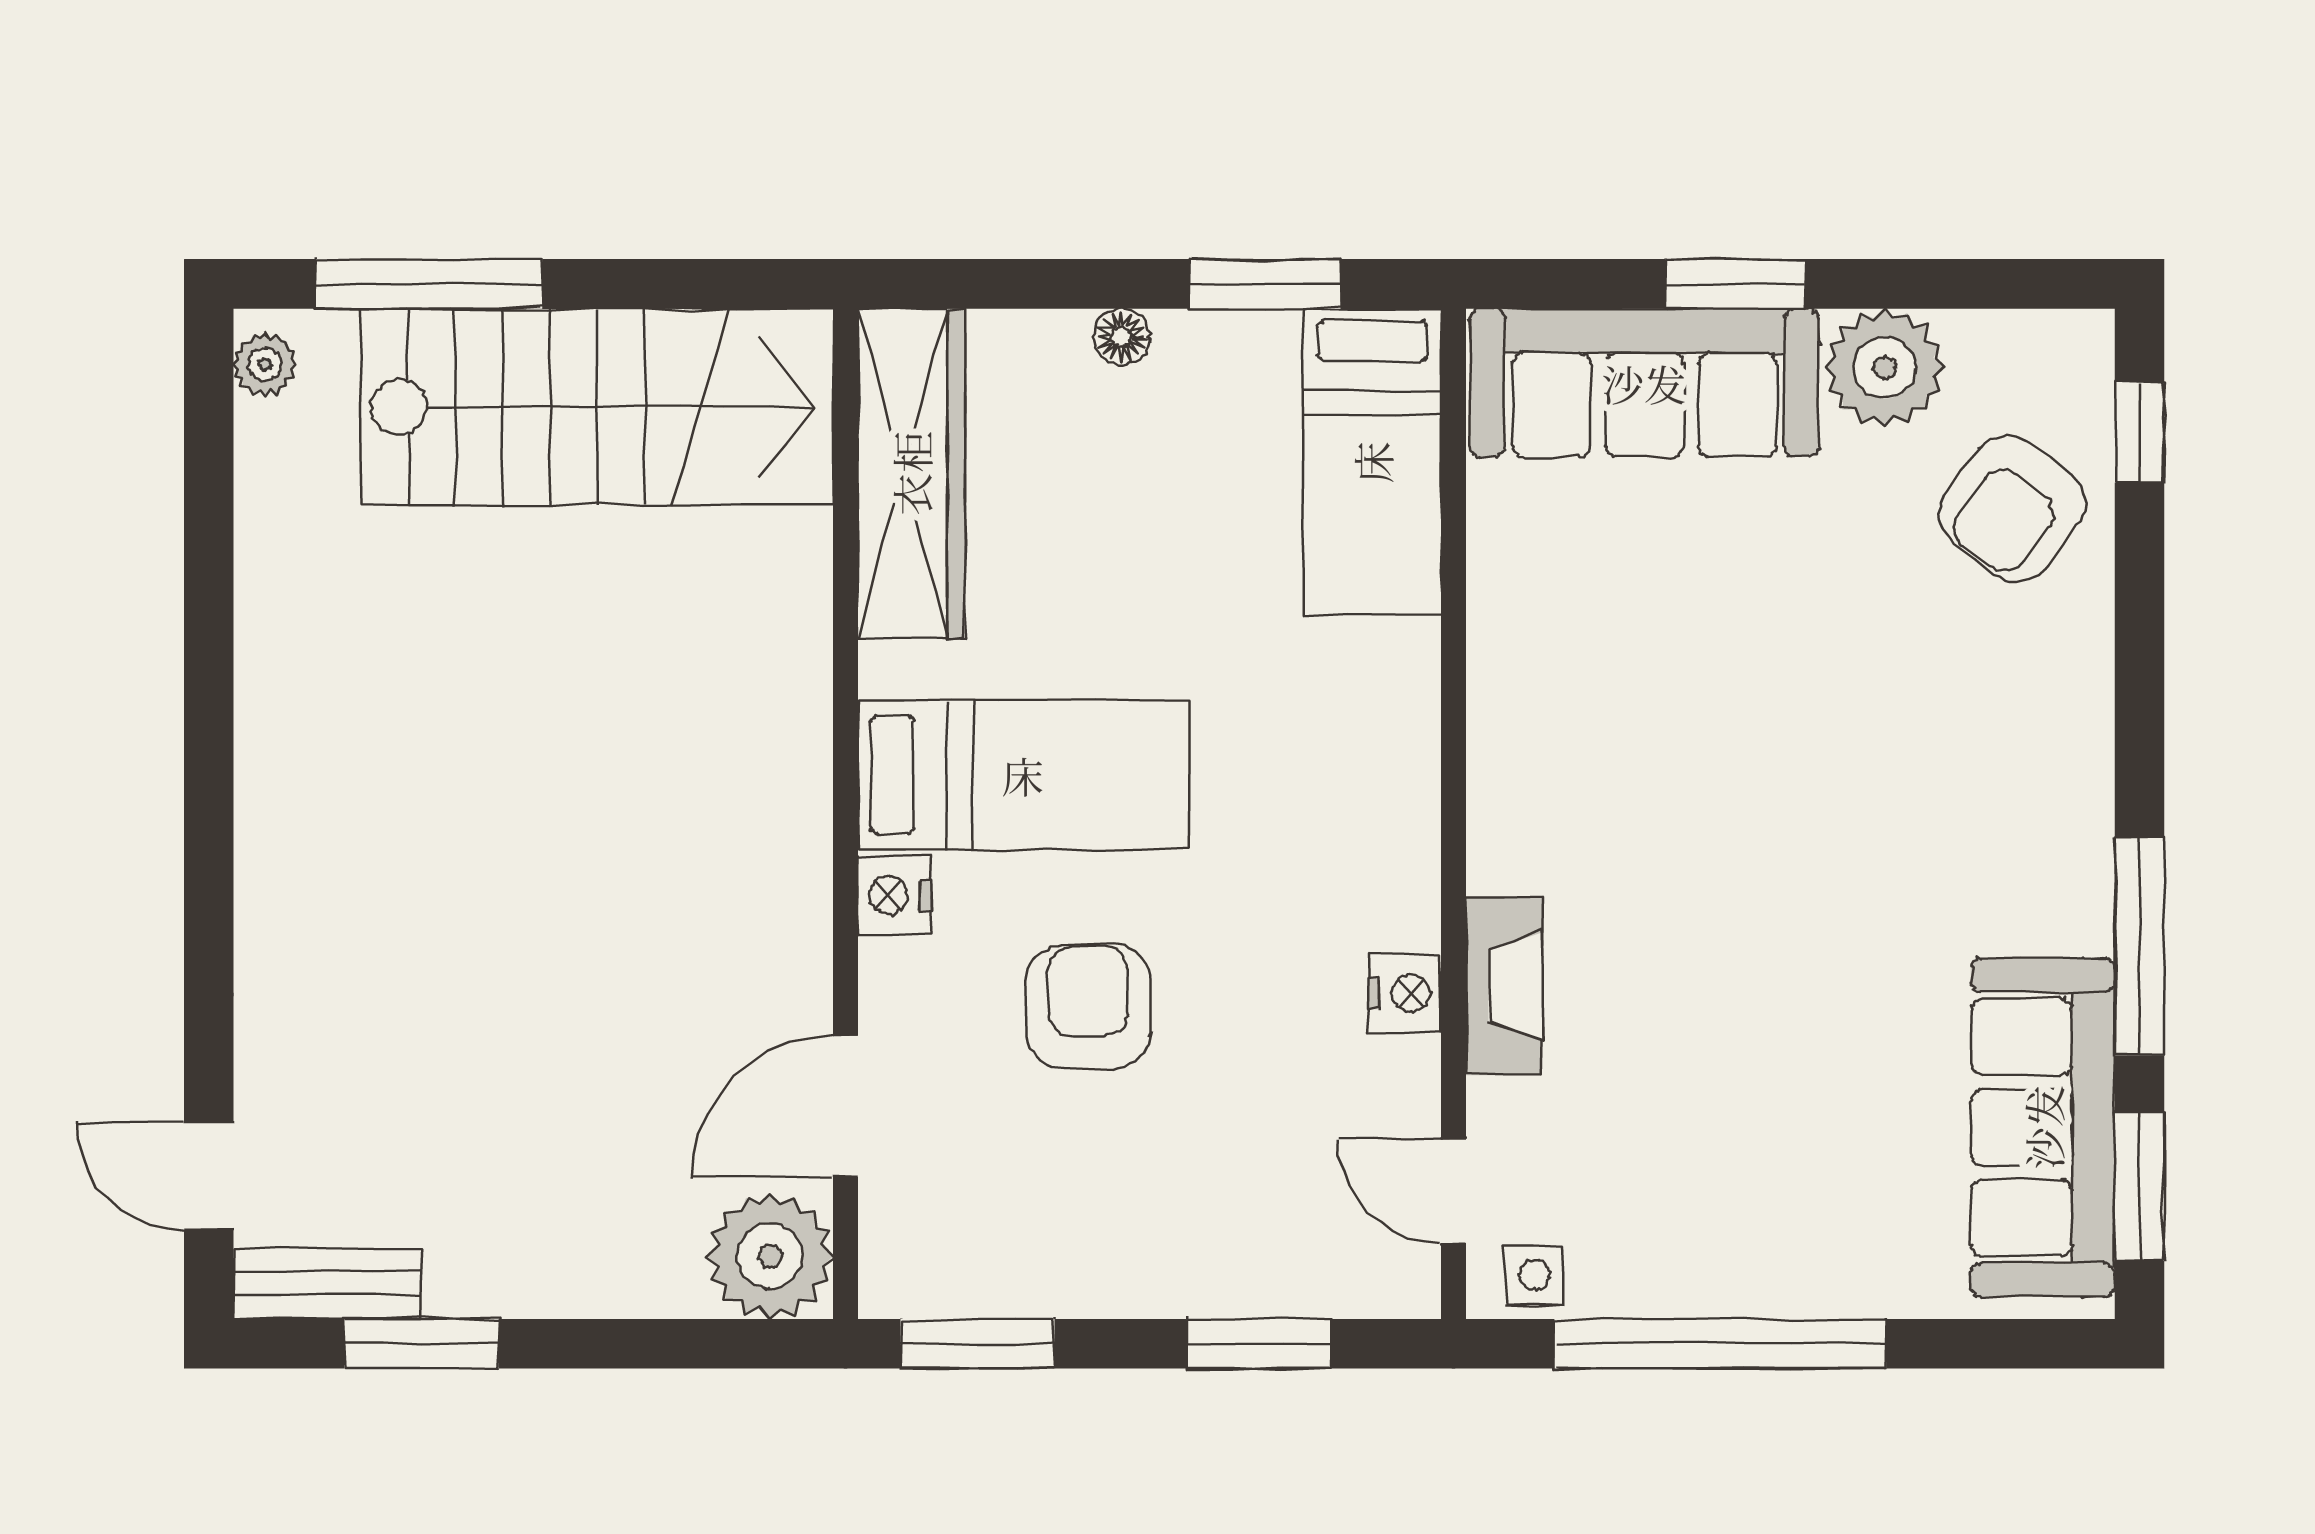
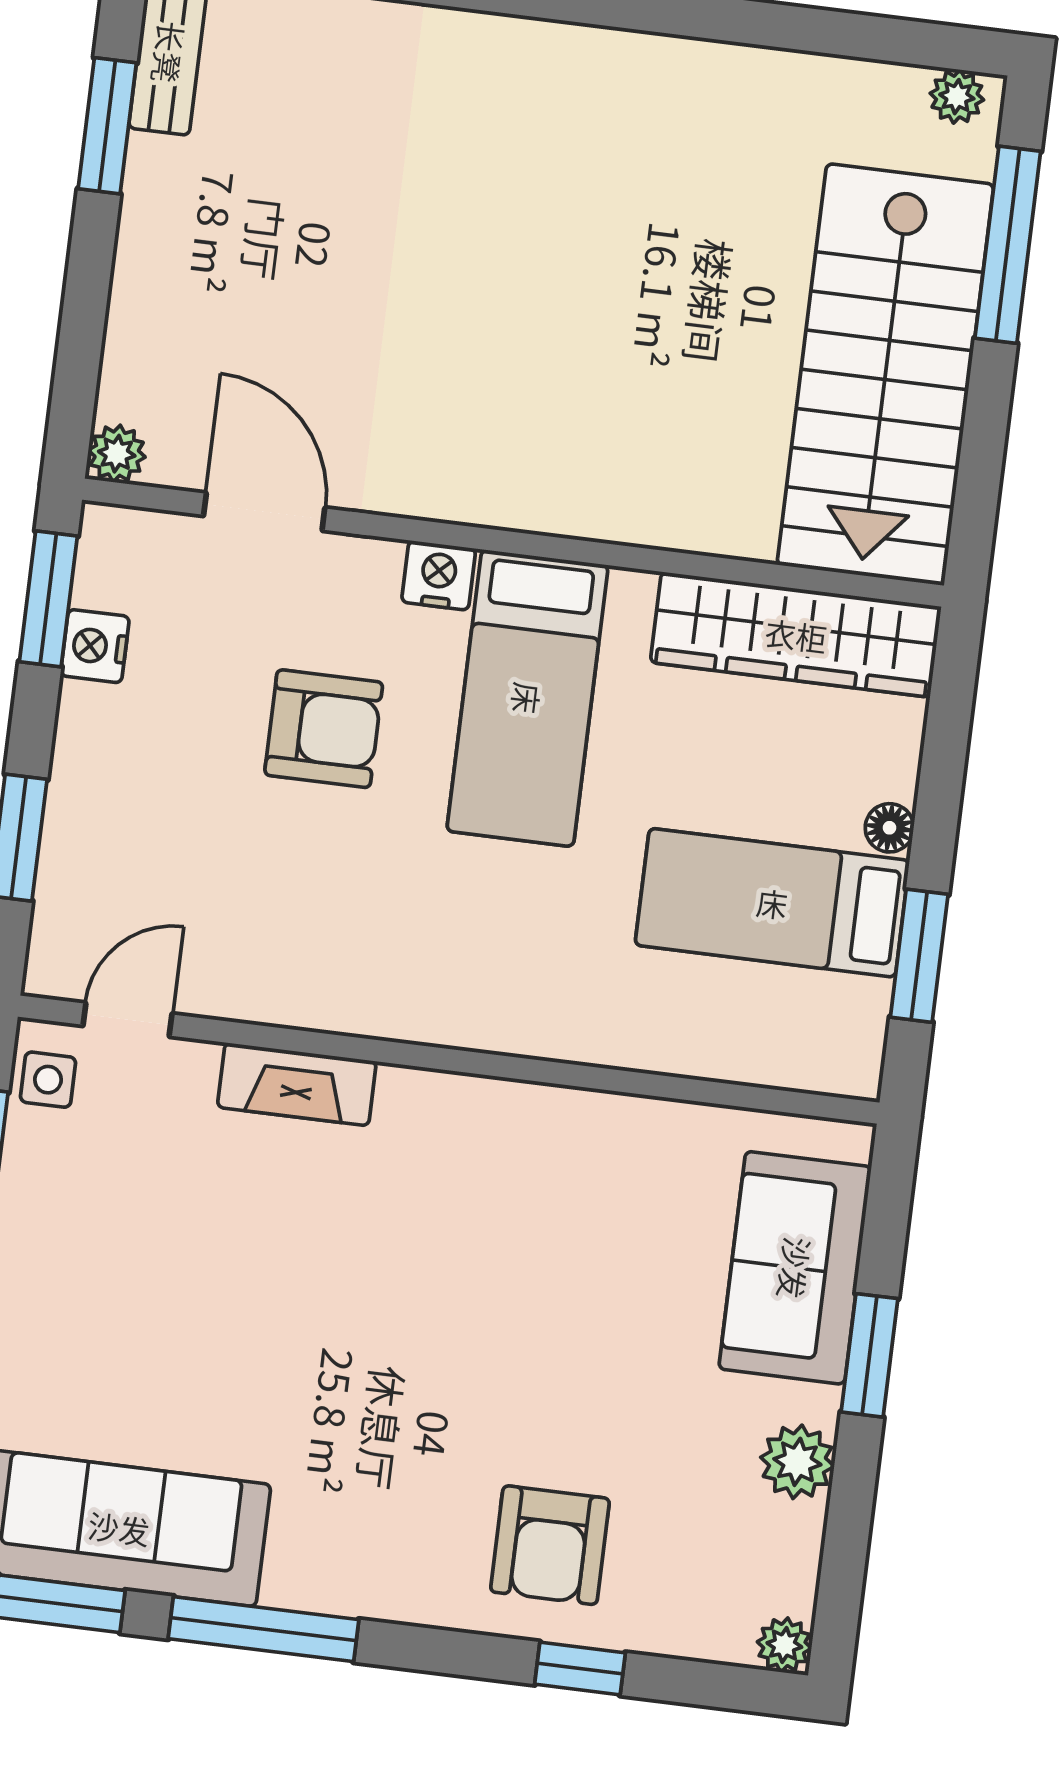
plant: (2083, 341) -> (784, 1645), added
plant: (1885, 368) -> (797, 1462), width x0.73, depth x0.73
sofa: (1644, 383) -> (795, 1268), width x0.73
window: (2140, 432) -> (580, 1669), moved
bed: (1372, 462) -> (772, 903), moved
armchair: (2012, 508) -> (550, 1545), moved, turned -127
nightstand: (1405, 993) -> (95, 646), moved, turned 90
plant: (770, 1256) -> (117, 454), width x0.53, depth x0.53

